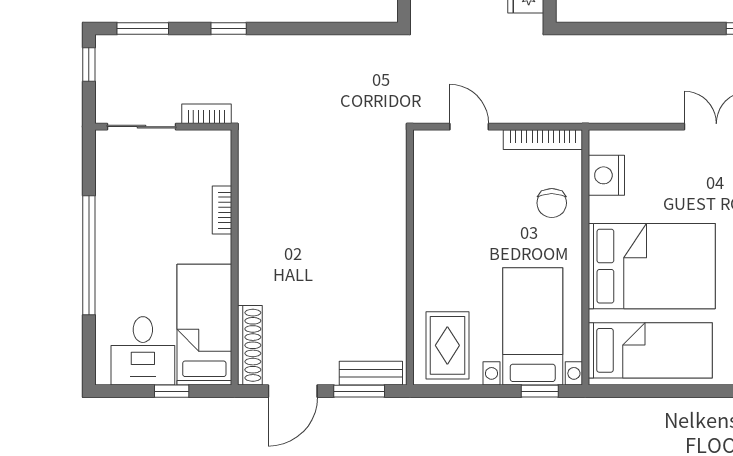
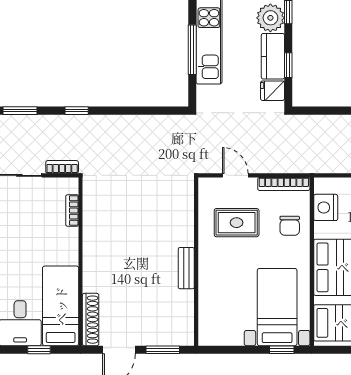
bookcase: (222, 210) -> (72, 210), moved
rug: (447, 345) -> (237, 223), moved, turned 90
bench: (371, 373) -> (186, 268), moved, turned 90

